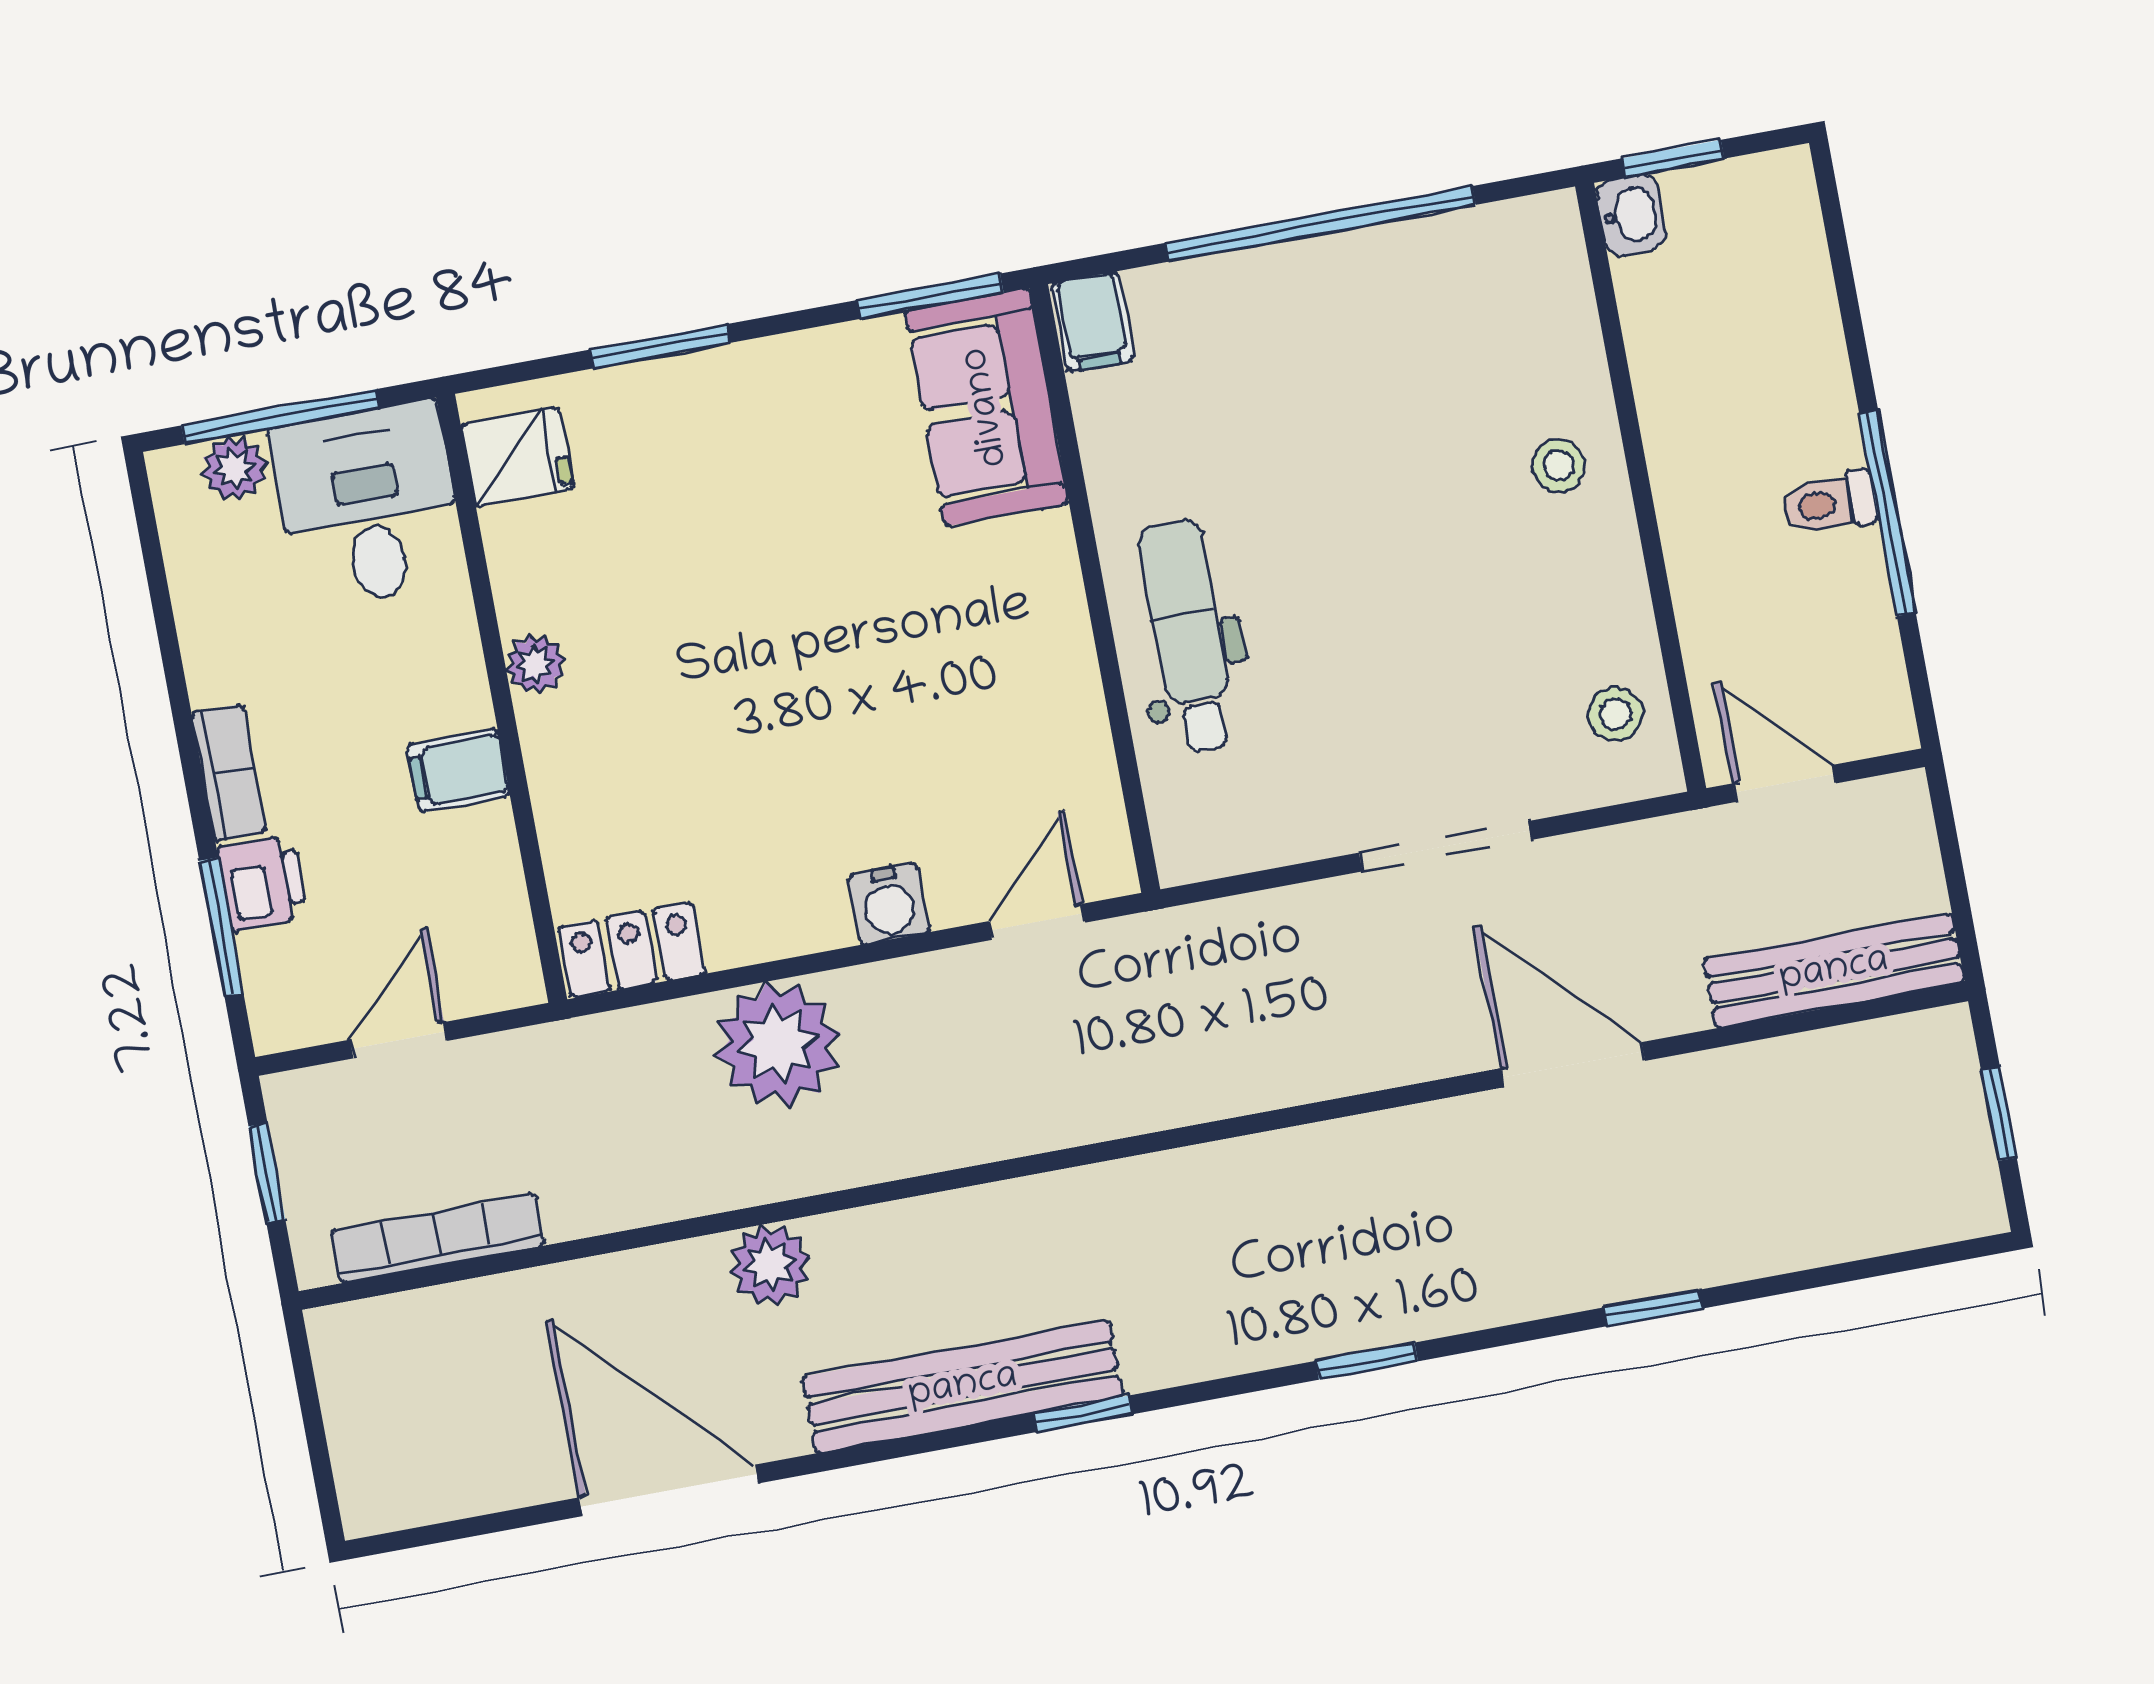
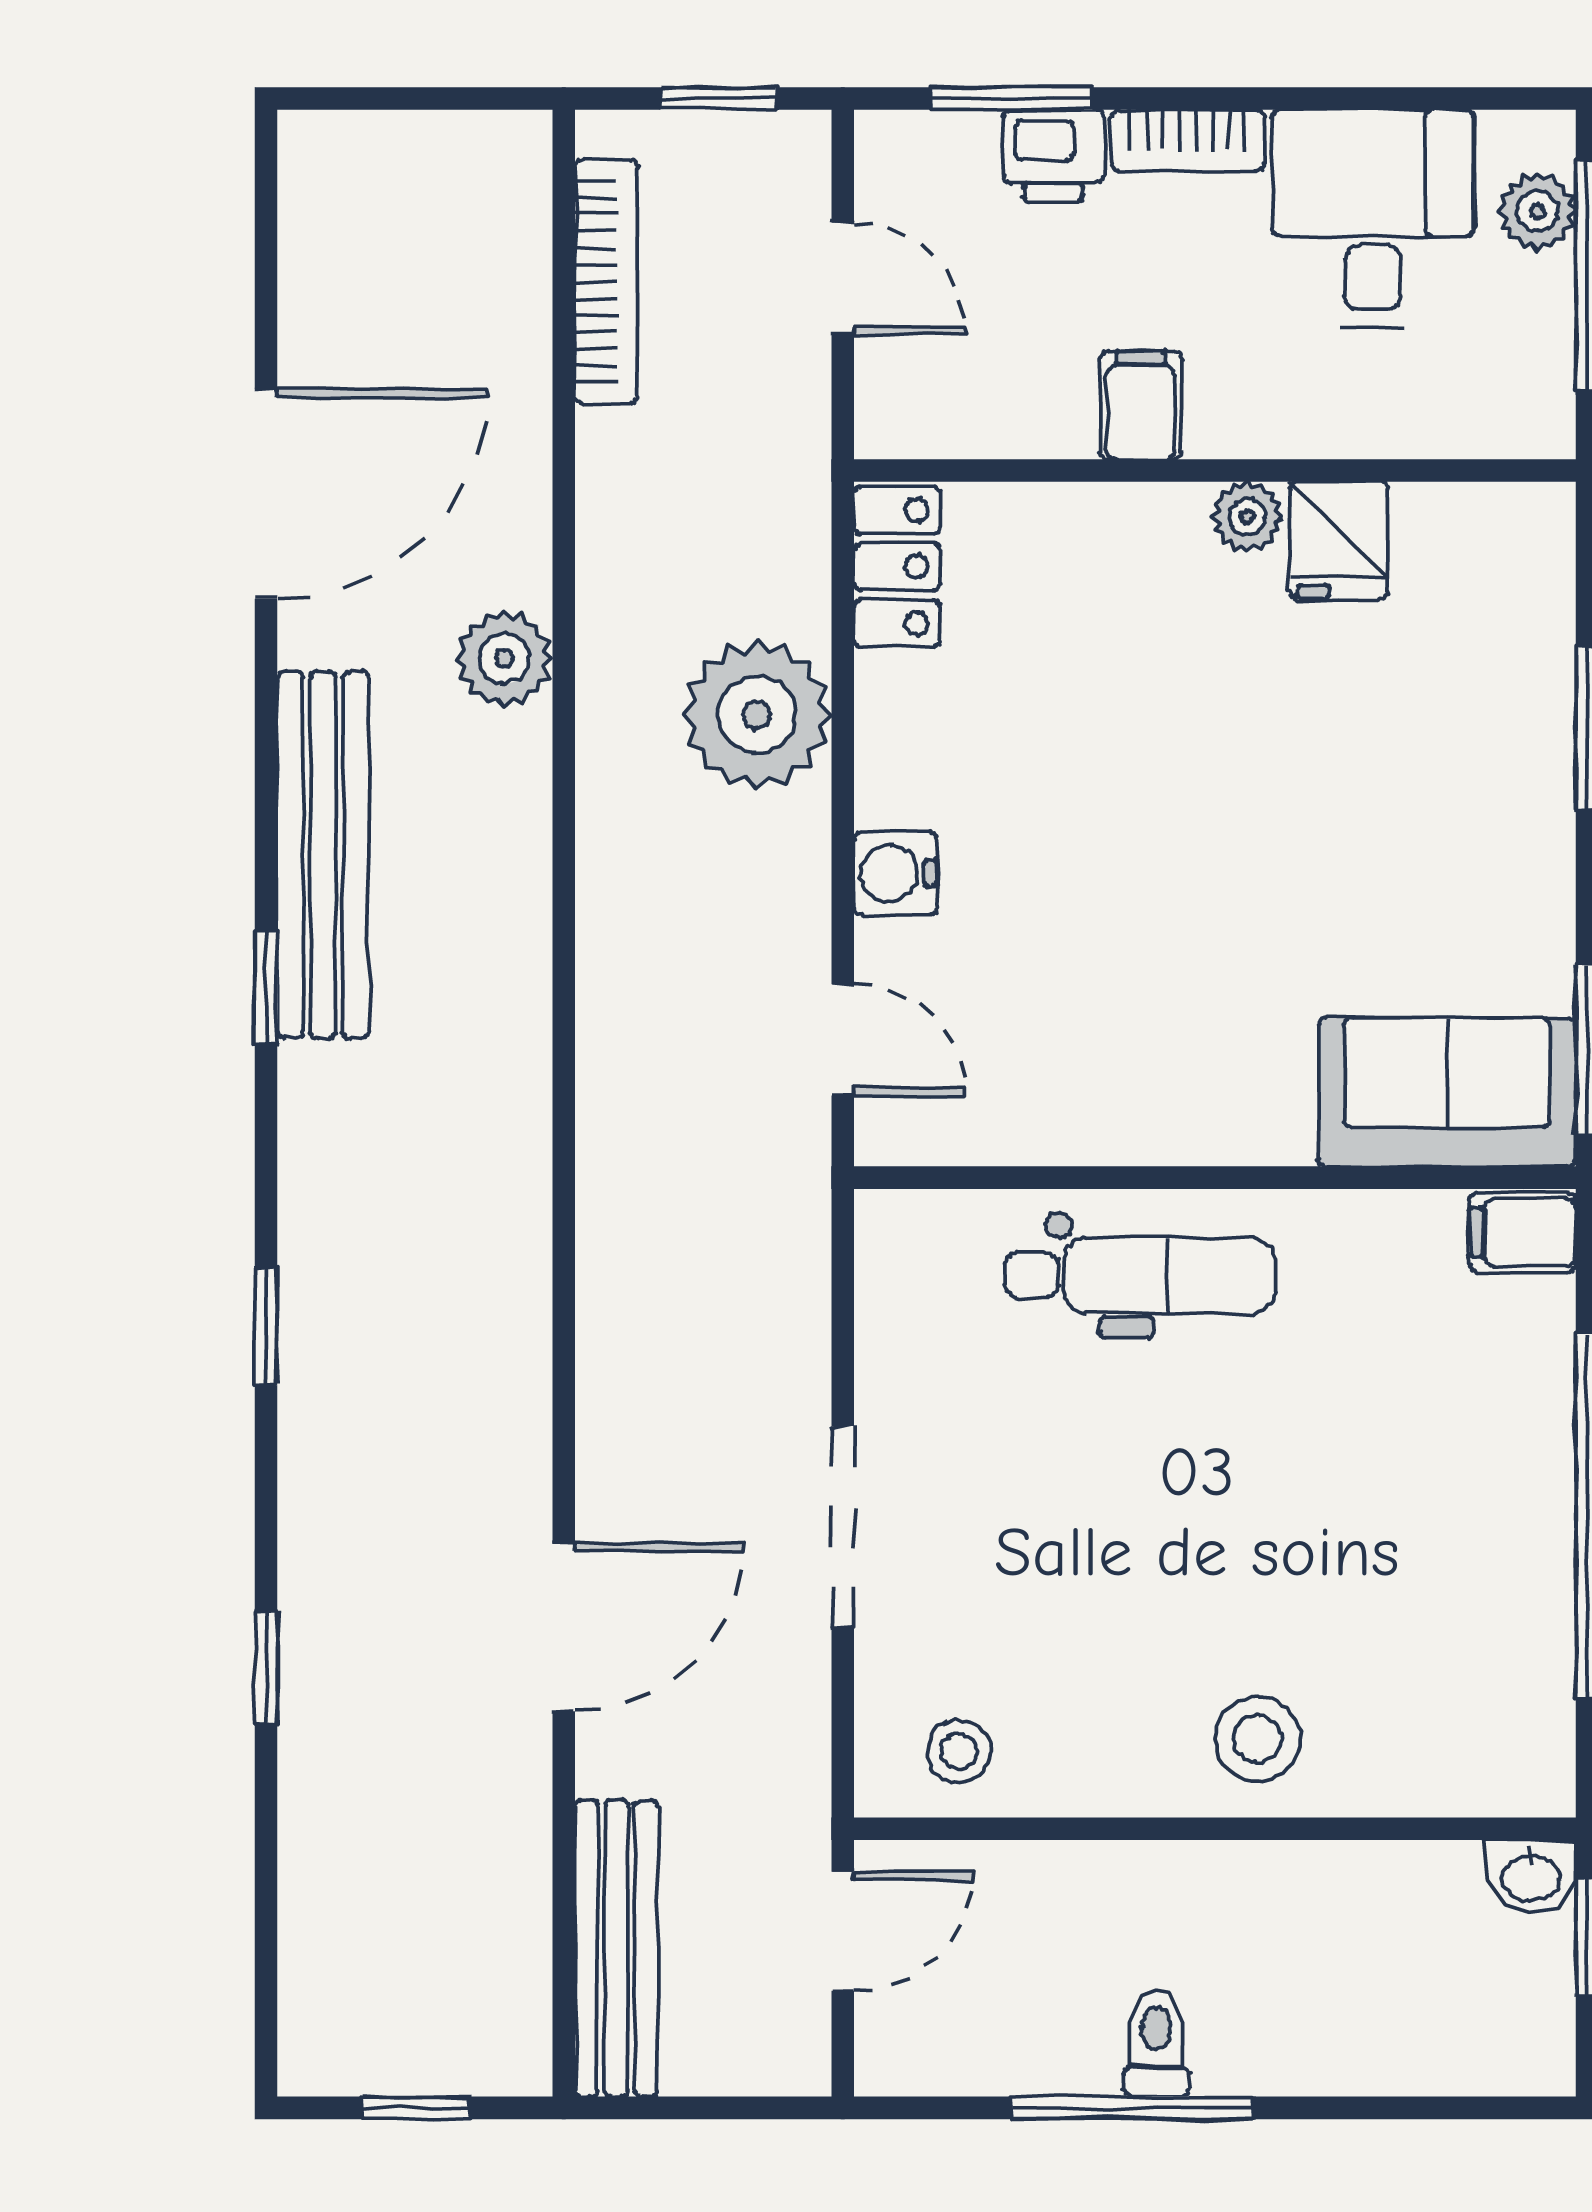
fridge: (517, 457) -> (1339, 540), moved
stool: (1559, 465) -> (1258, 1739), width x1.37, depth x1.37
desk: (368, 505) -> (1373, 219), moved, turned -90

